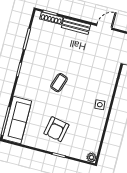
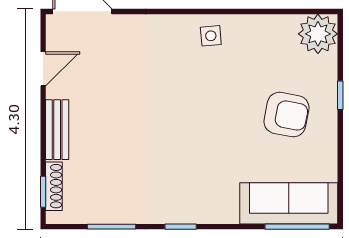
door: (104, 27) -> (43, 69), swing flipped
coffee table: (59, 83) -> (186, 134), removed
plant: (91, 157) -> (318, 34), width x1.87, depth x1.87

